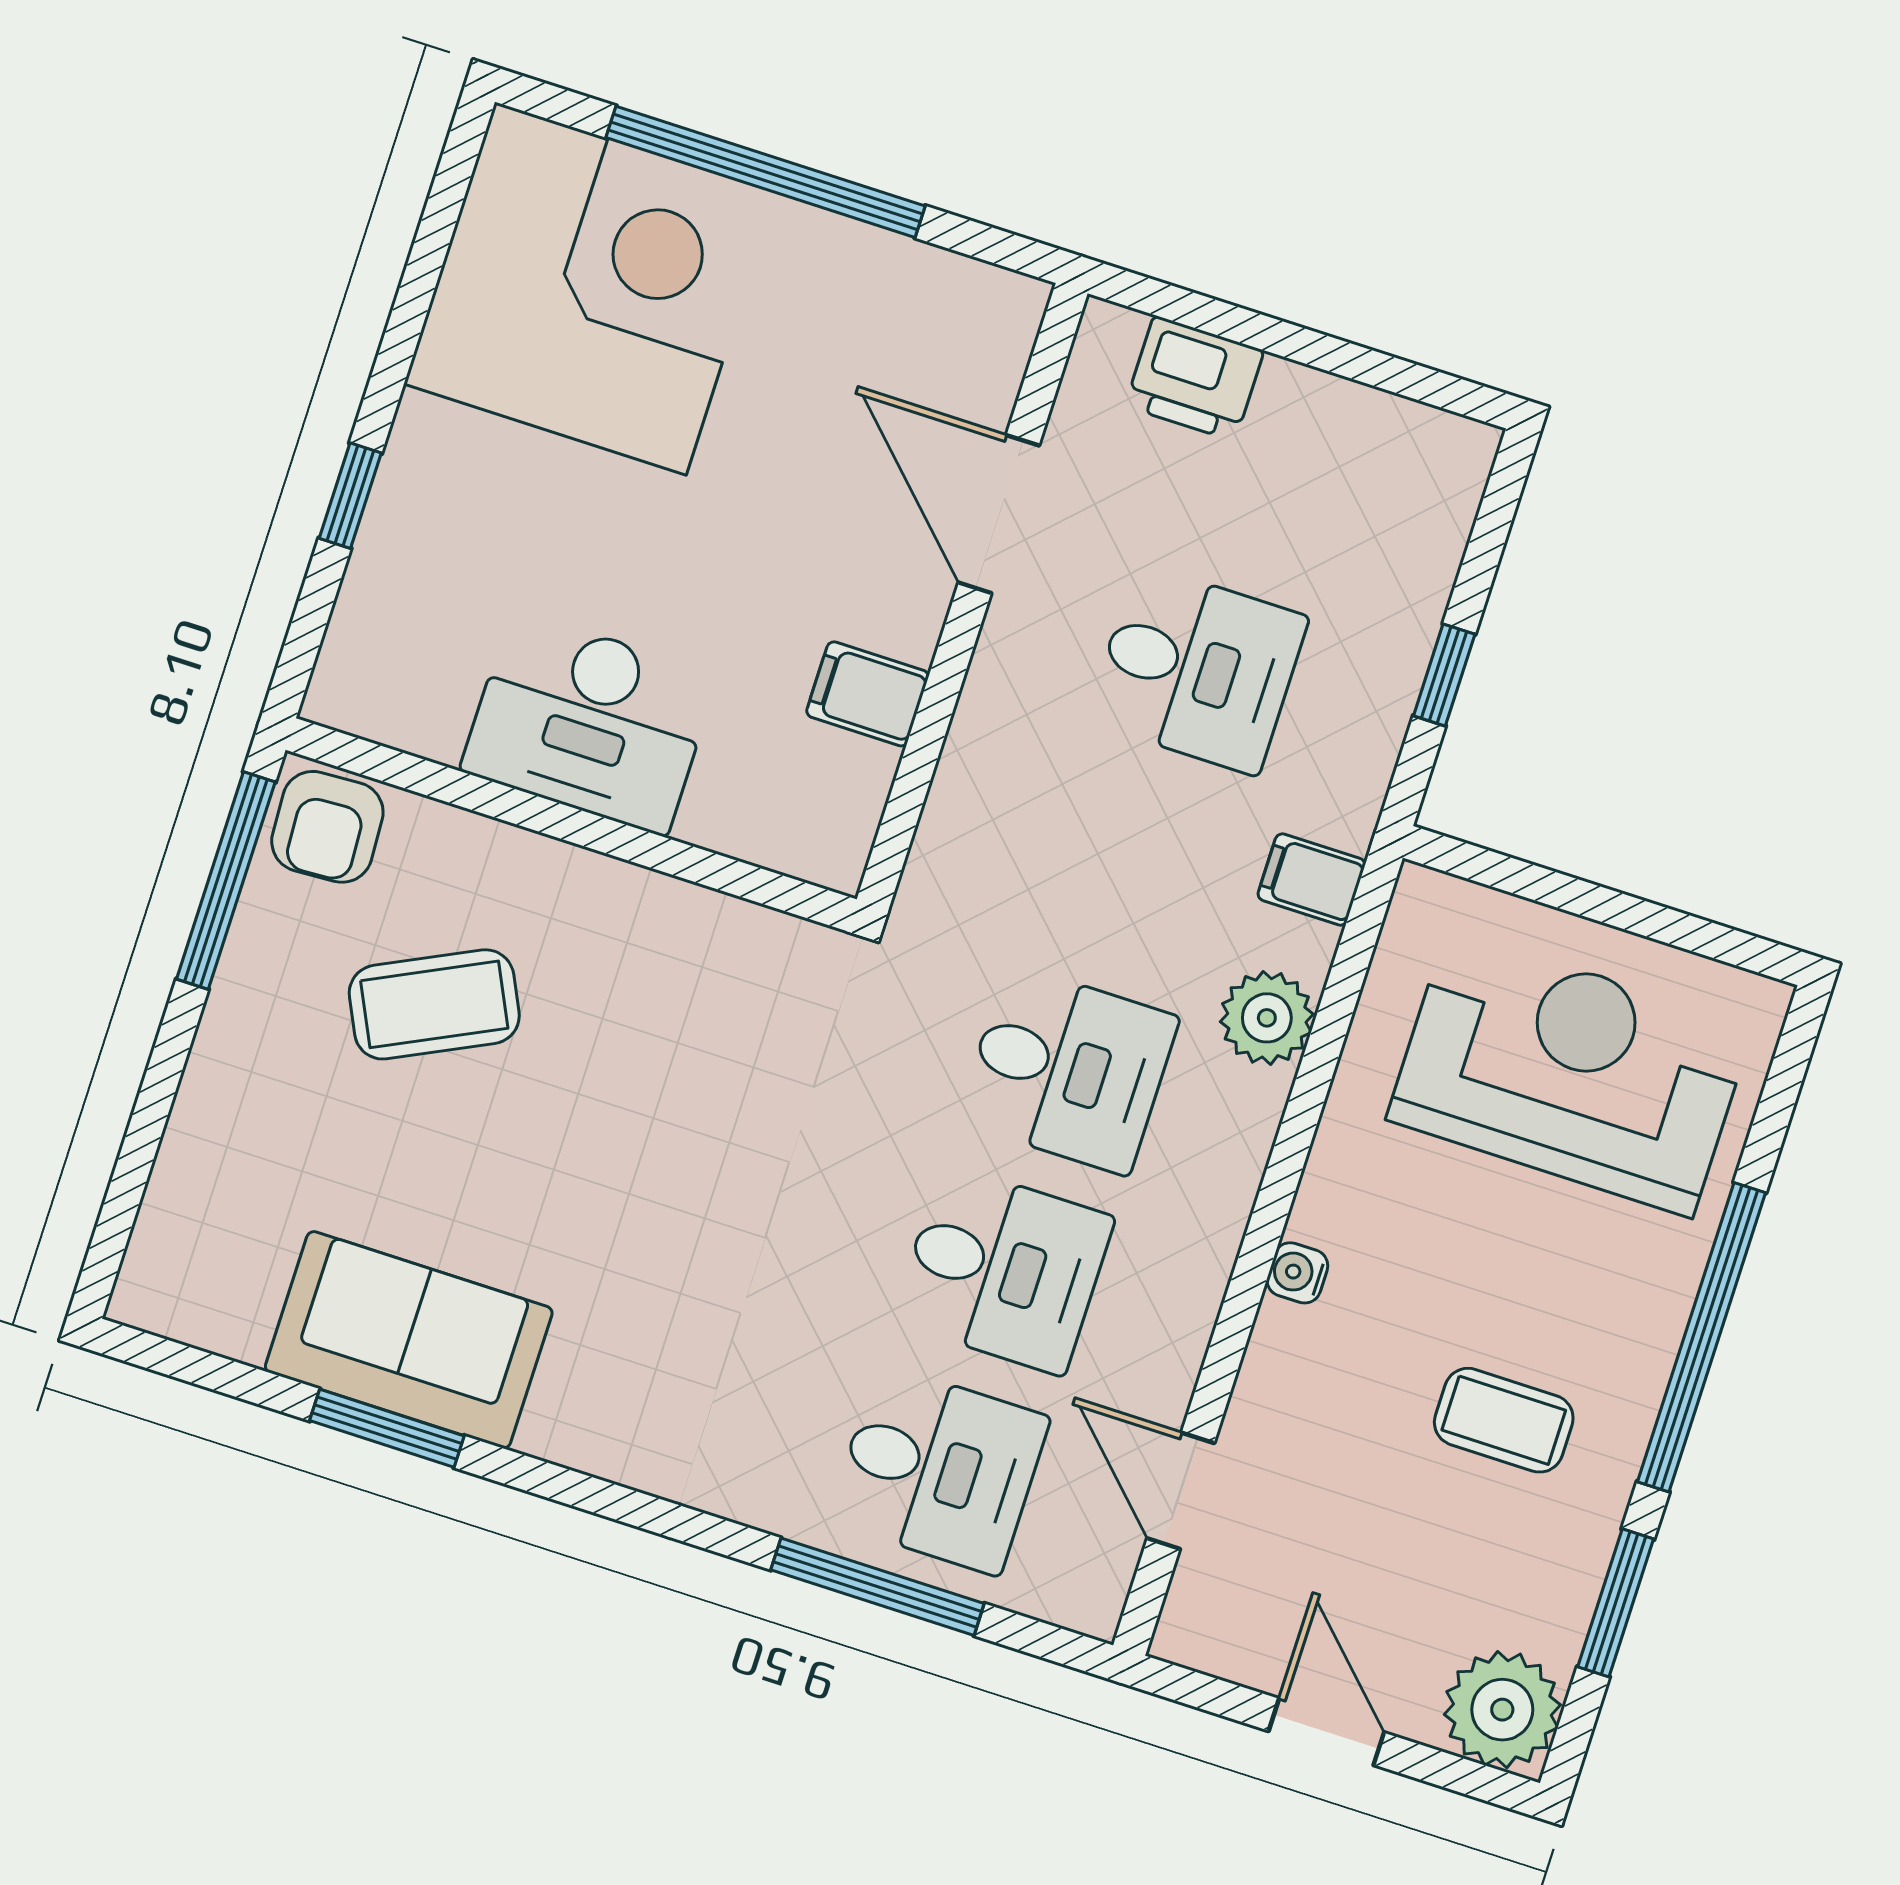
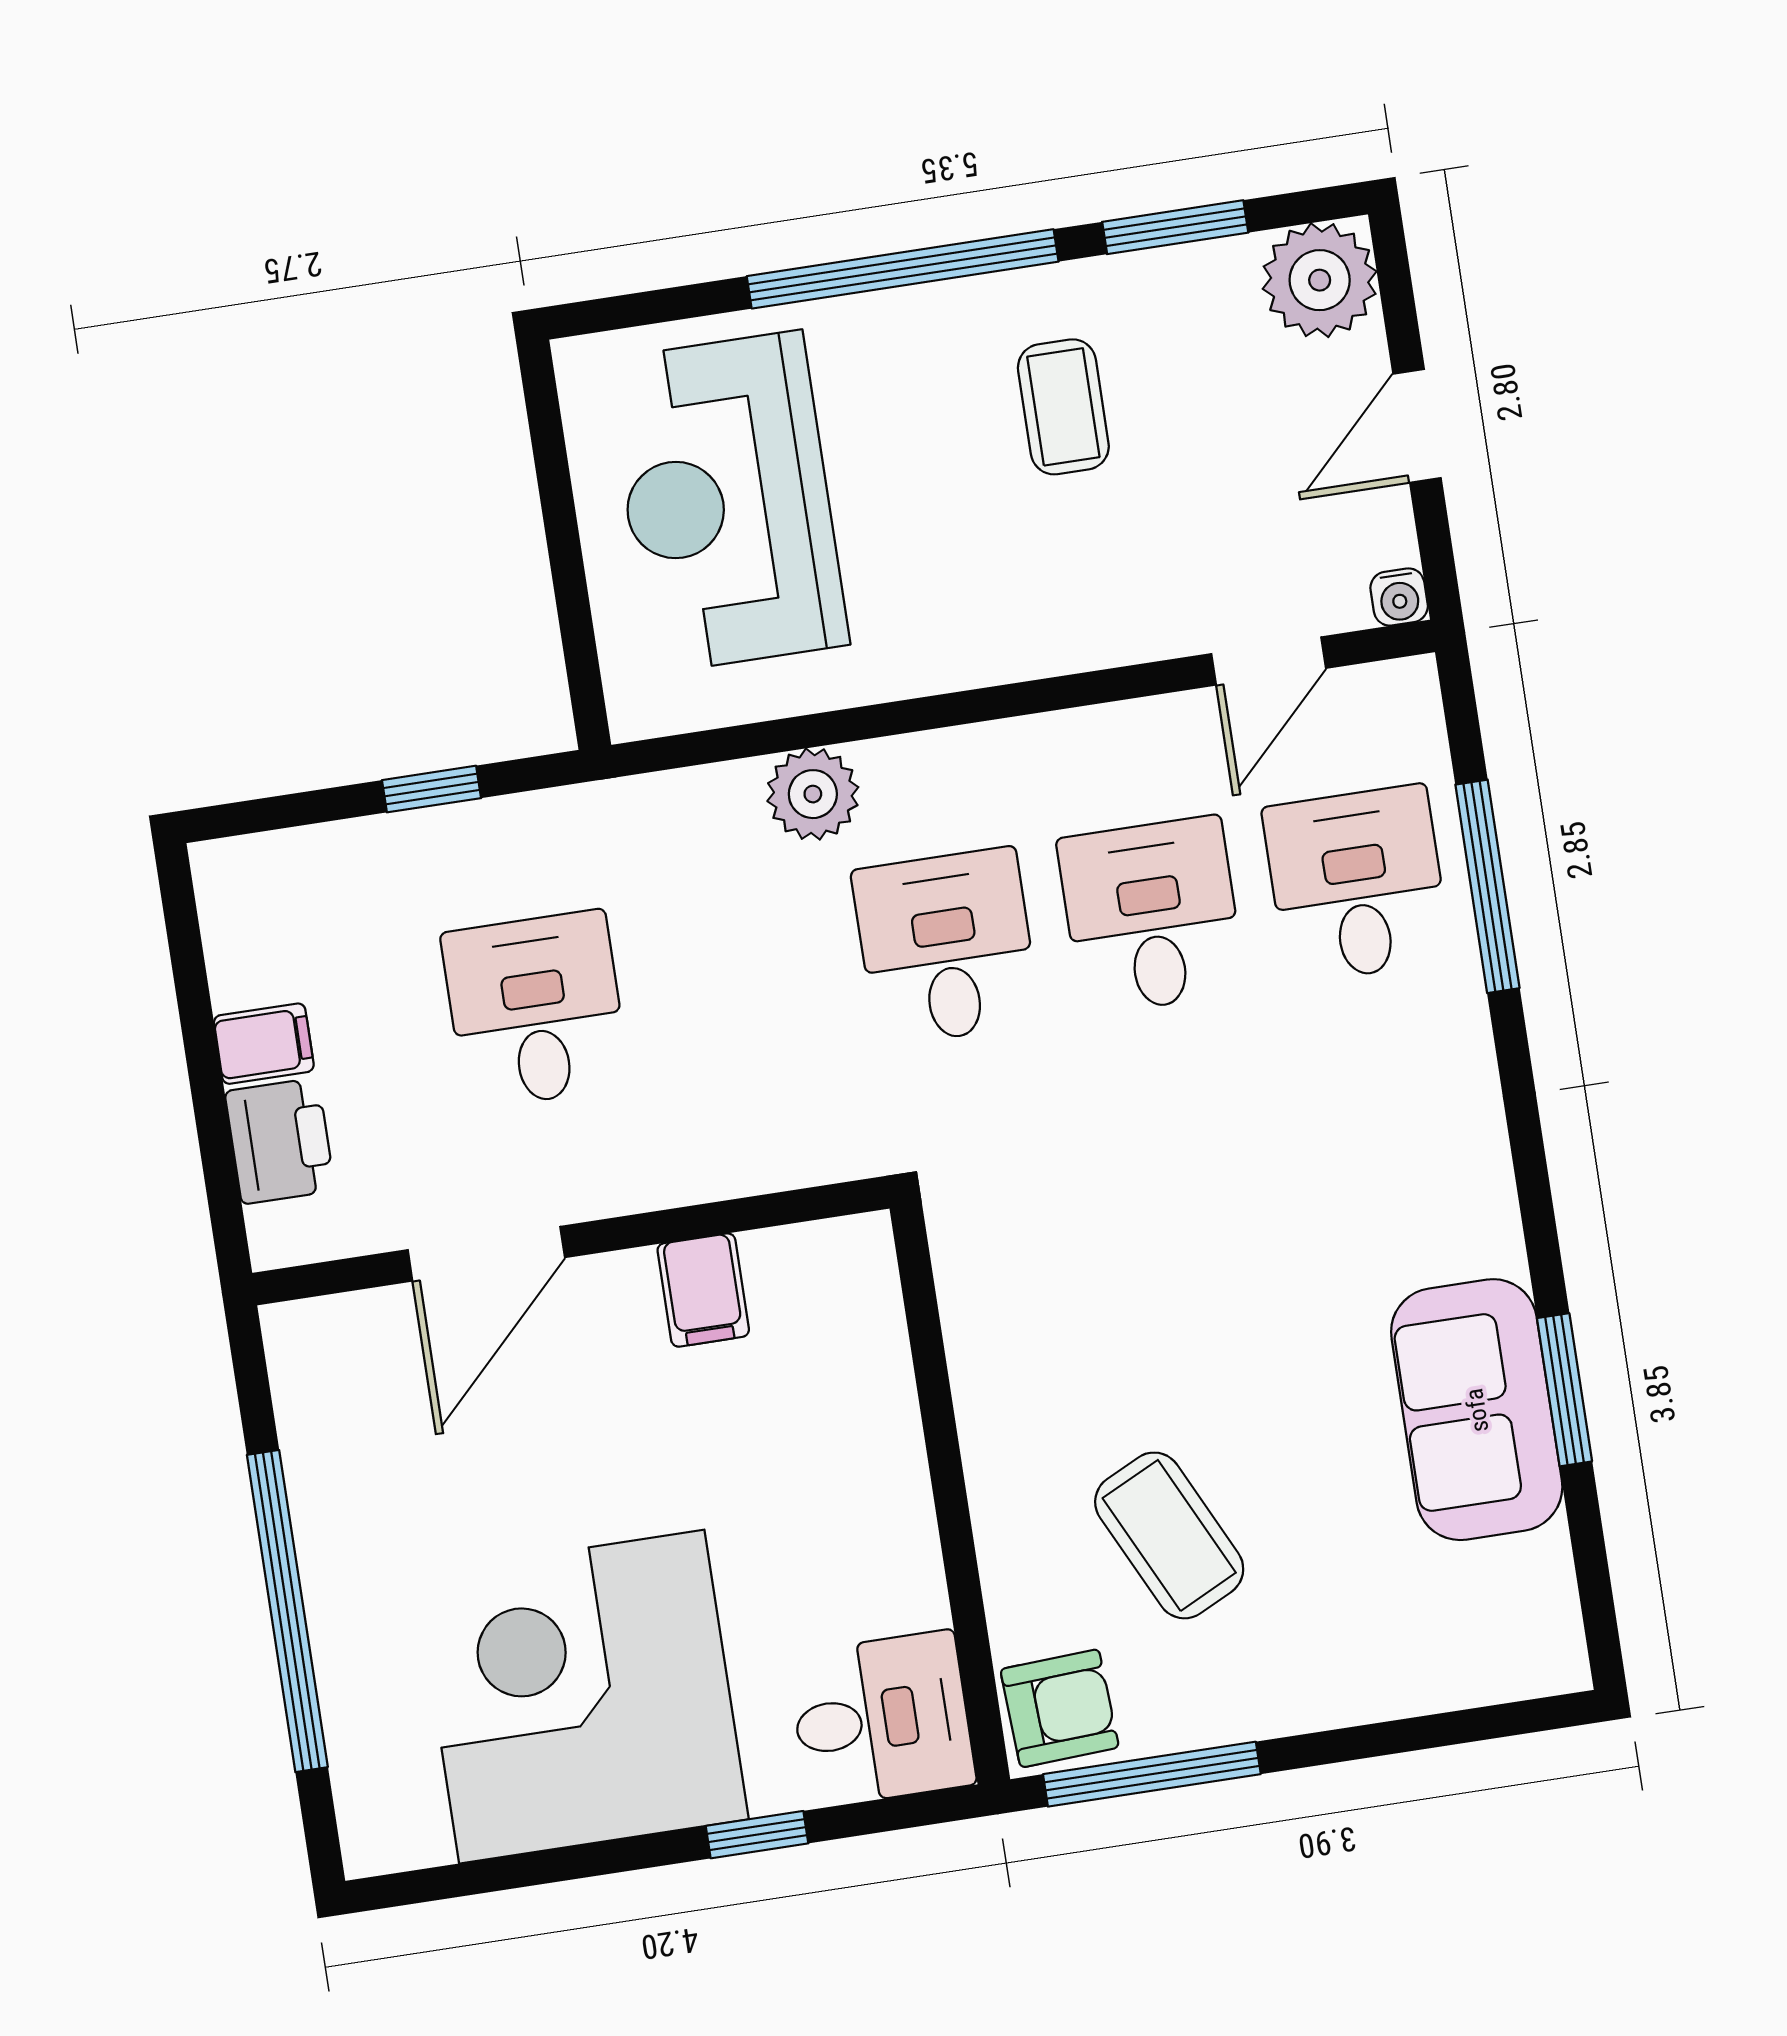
corner desk: (590, 289) -> (582, 1697), moved
desk: (589, 722) -> (882, 1719), moved, width x0.73
filing cabinet: (1312, 879) -> (264, 1044), moved, turned -90
water cooler: (1297, 1273) -> (1399, 597), moved

